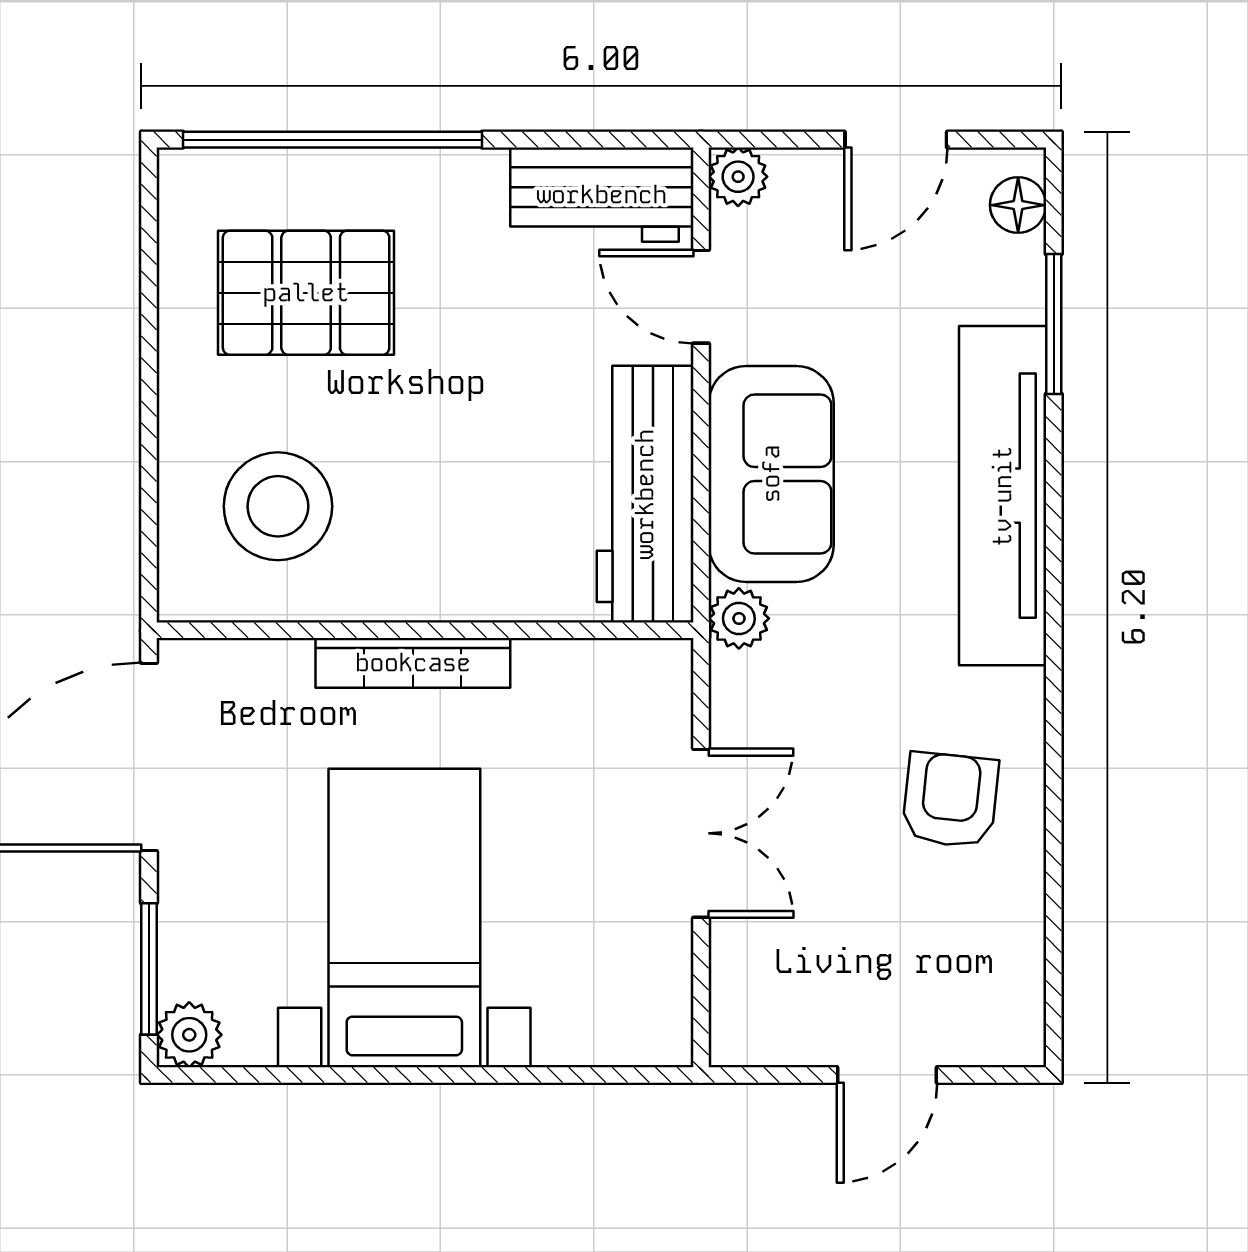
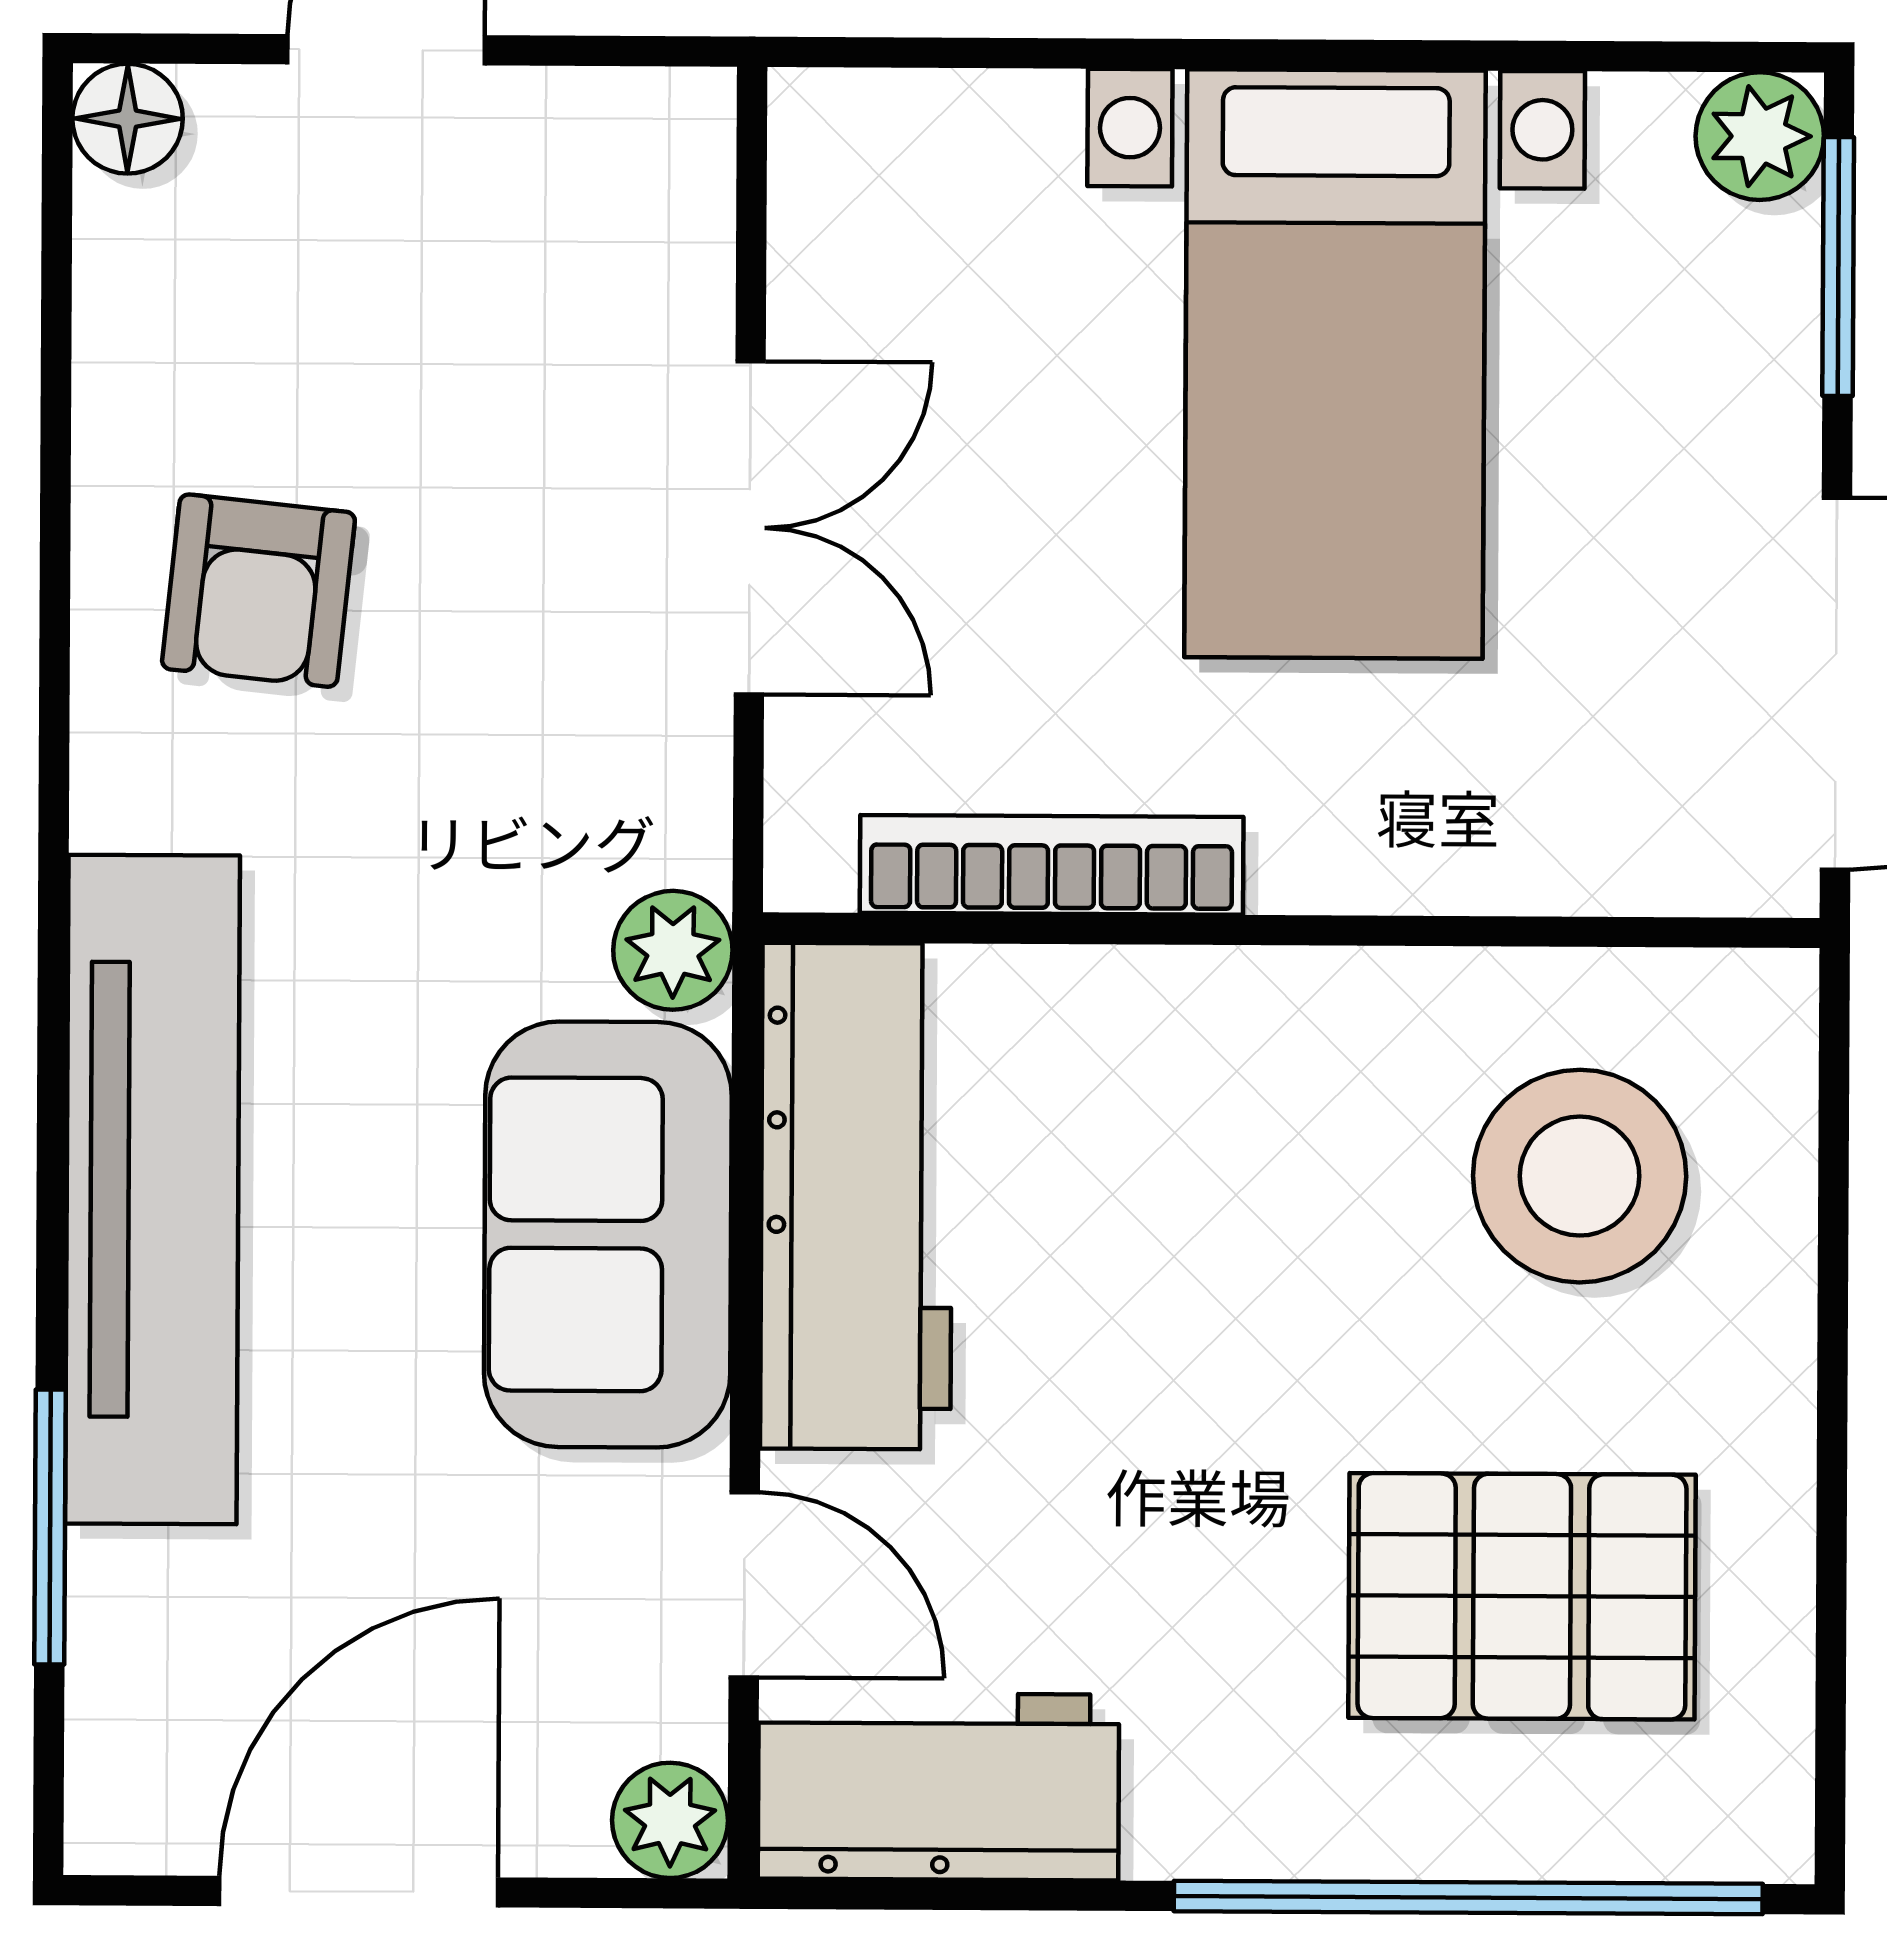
door: (896, 140) -> (359, 1892), width x1.38
floor lamp: (1018, 205) -> (128, 119), moved
bookcase: (413, 663) -> (1052, 865), moved
double door: (701, 833) -> (750, 528), swing flipped

